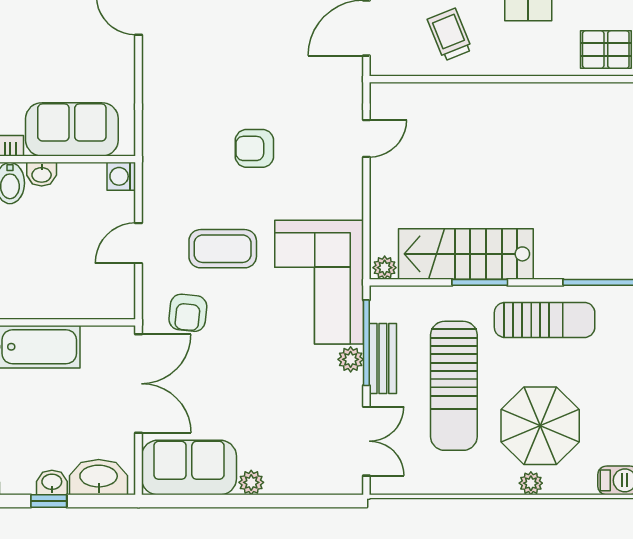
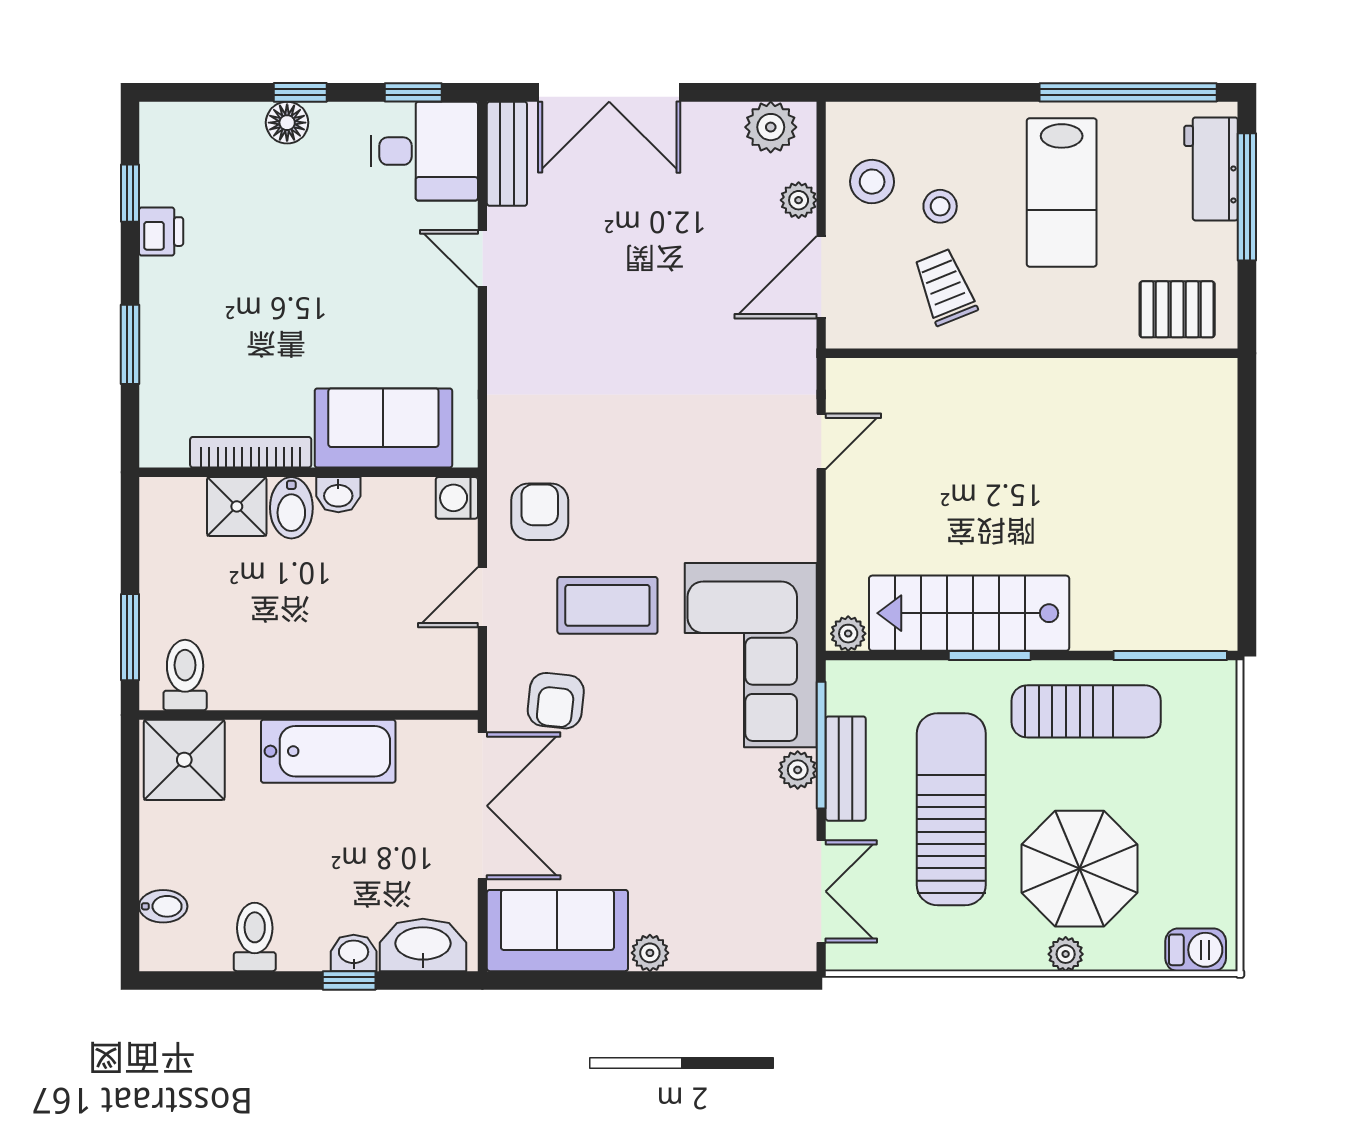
armchair: (254, 148) -> (540, 512), moved, turned 90
sun lounger: (454, 386) -> (951, 809), turned 180

